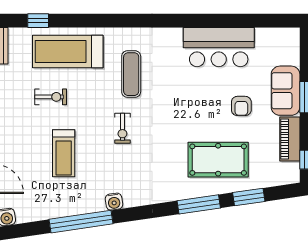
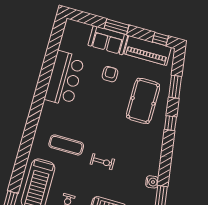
armchair: (241, 106) -> (110, 74), turned -90
piano: (290, 139) -> (148, 50), width x1.37, depth x1.33
window: (199, 204) -> (170, 123), width x0.46

